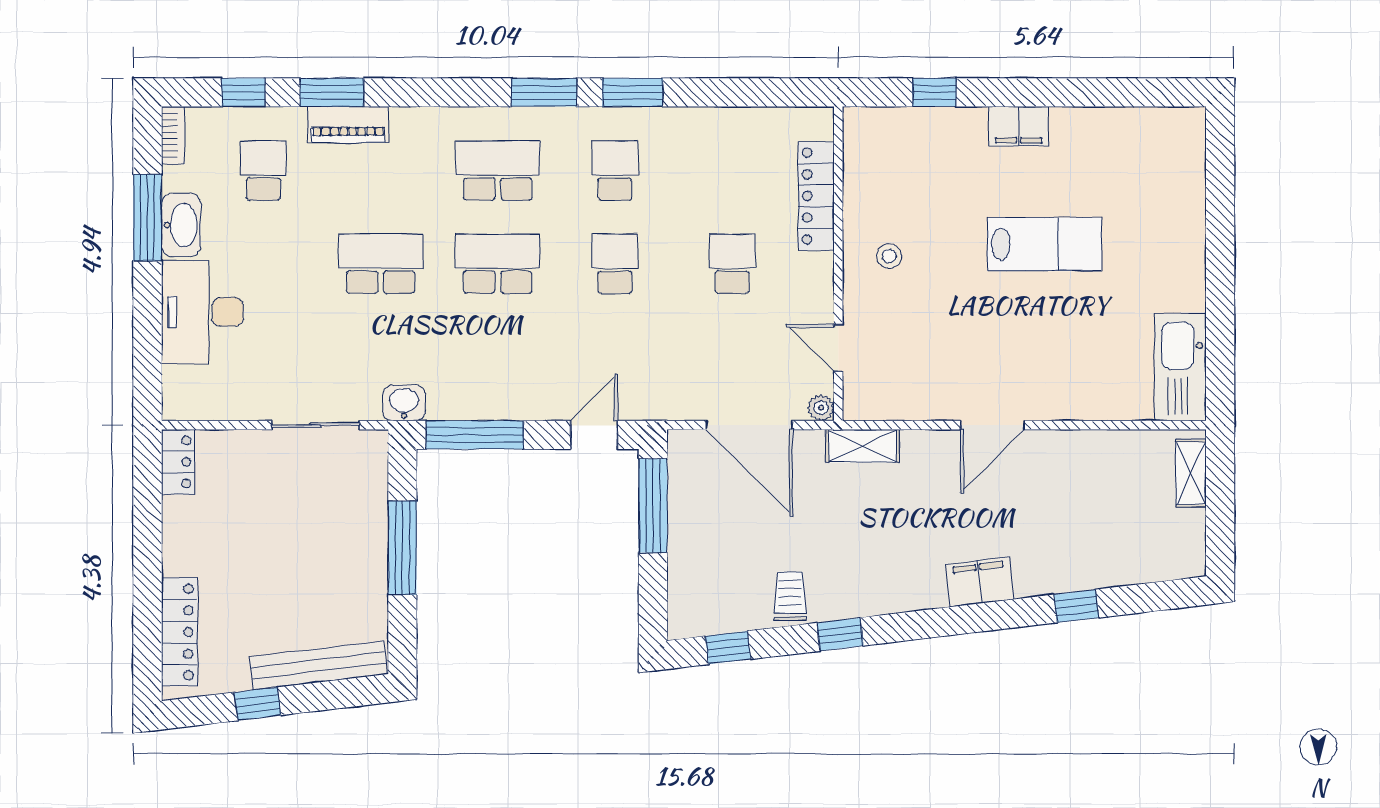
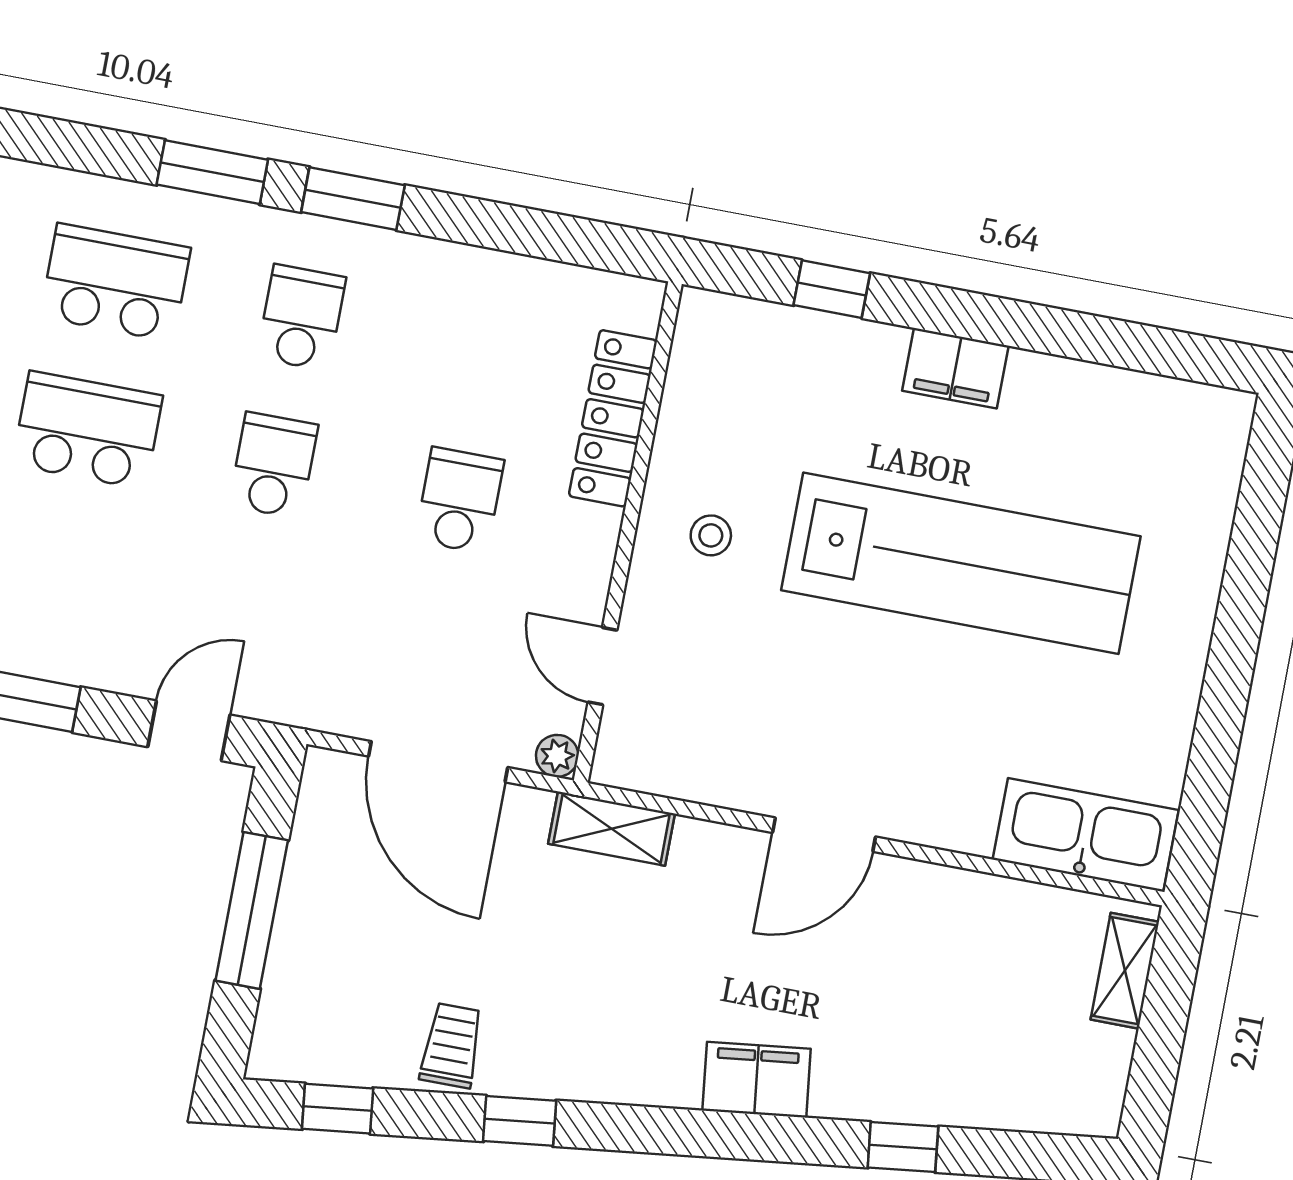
lab bench: (1044, 244) -> (961, 563), width x1.86, depth x1.39
kitchen sink: (1180, 367) -> (1086, 835), moved, turned 90
window: (653, 506) -> (252, 910), moved

